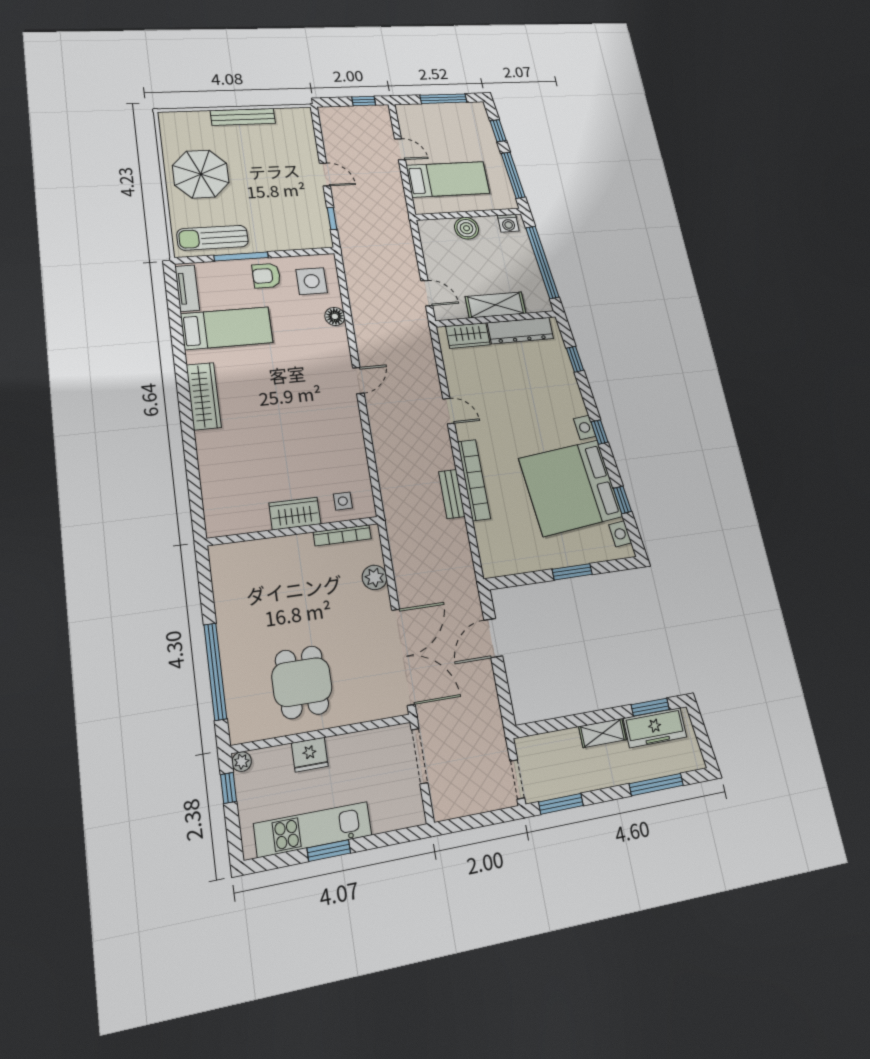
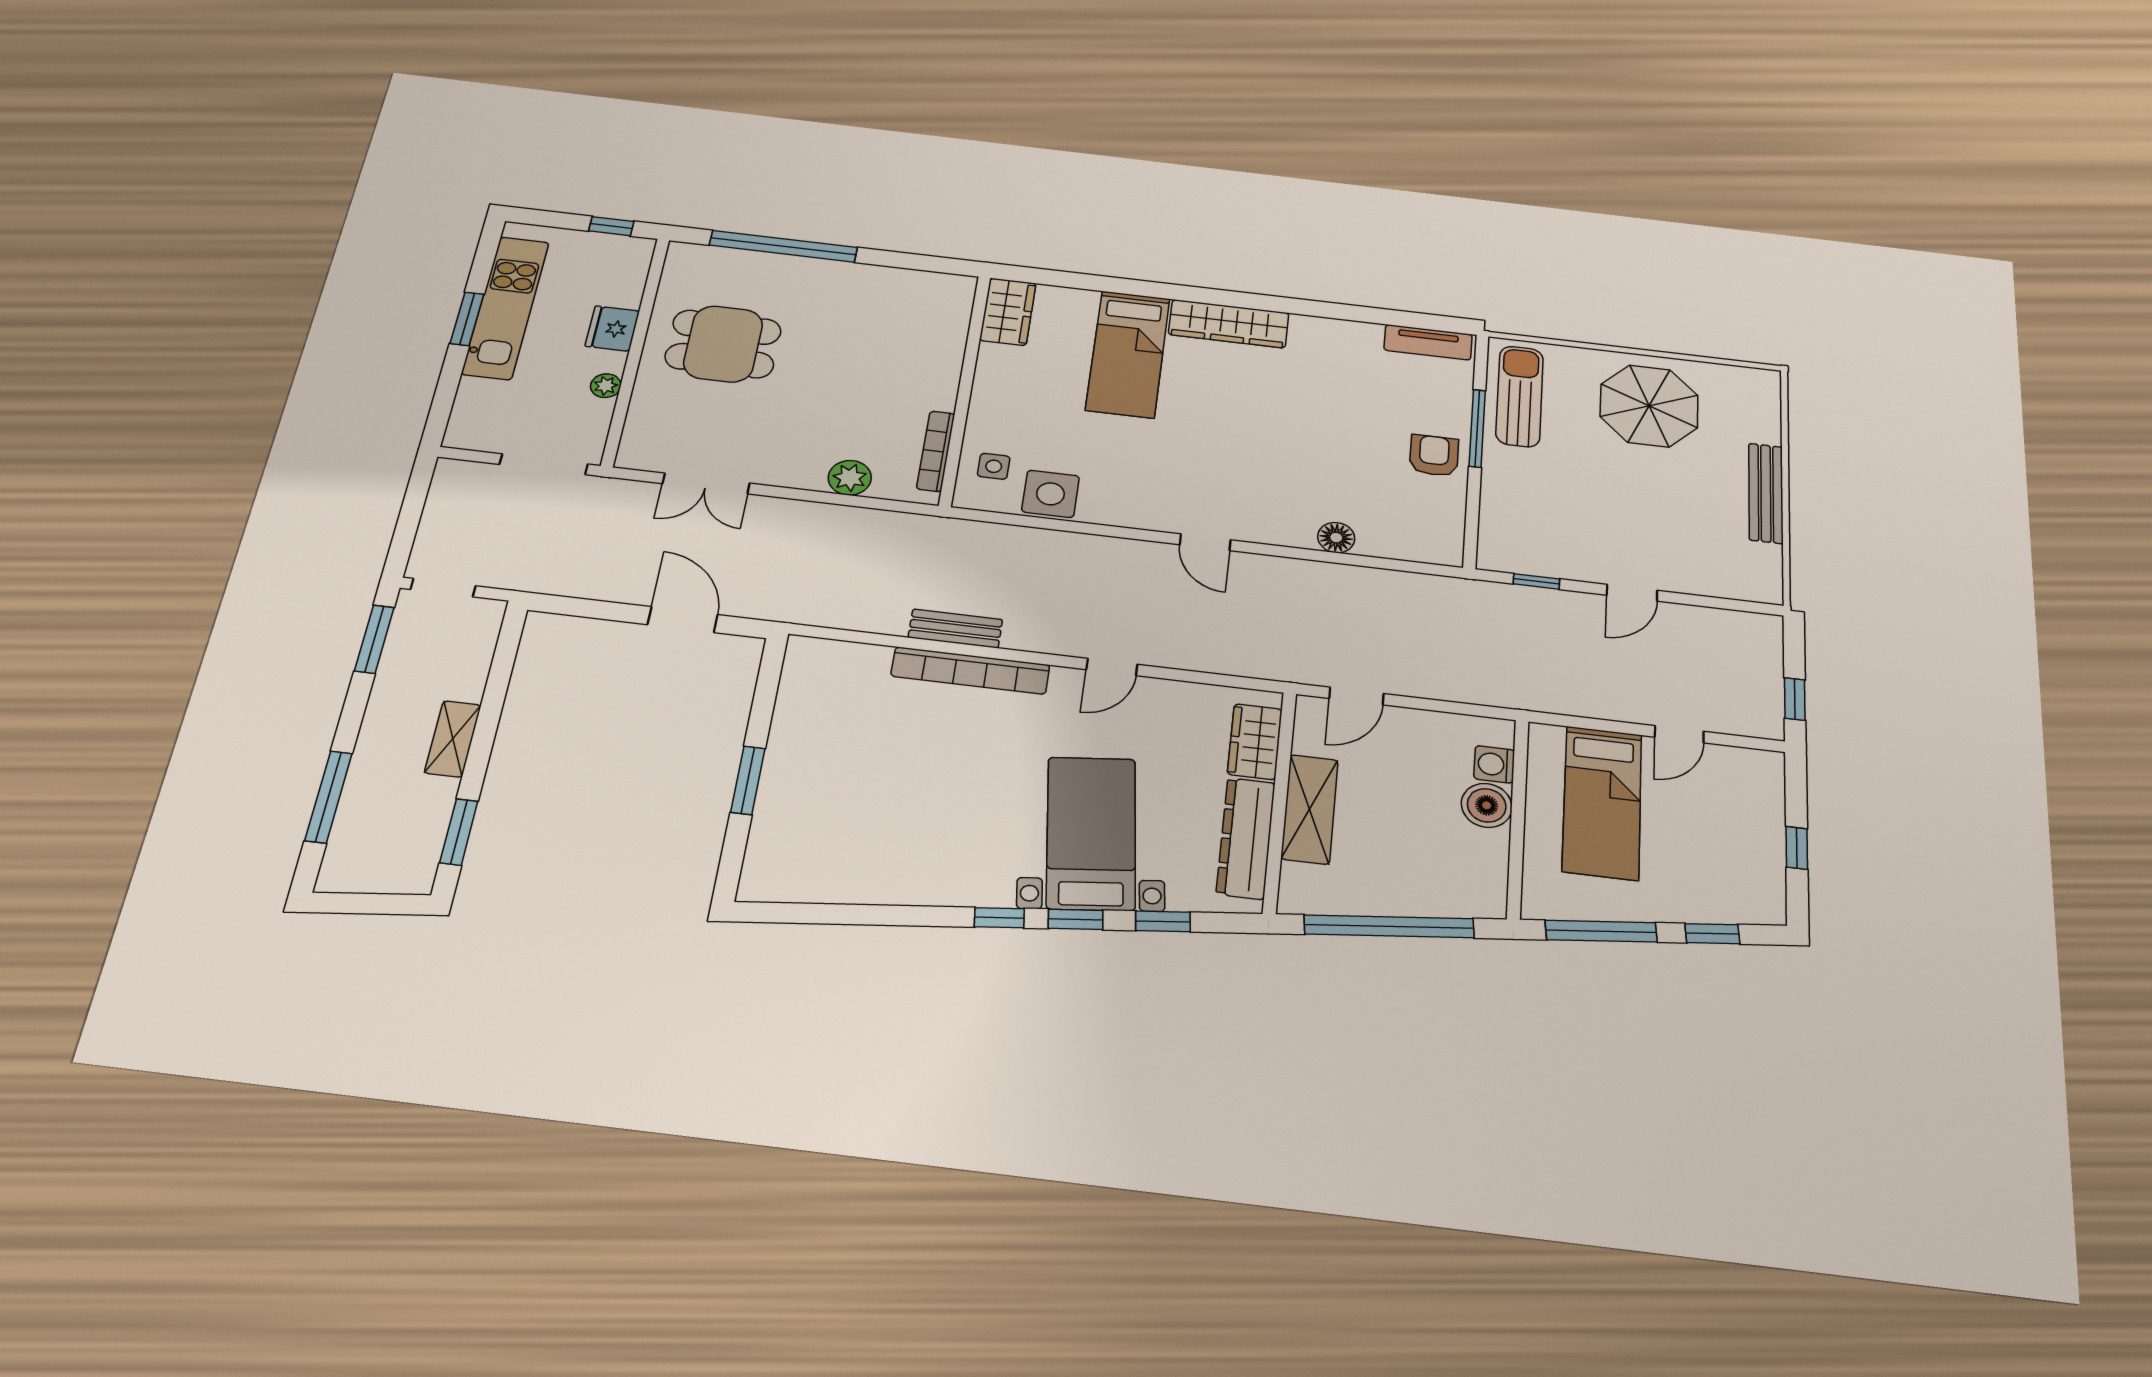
window: (443, 99) -> (1797, 848), width x0.46
washing machine: (508, 223) -> (1494, 764), moved
side table: (312, 281) -> (1050, 494), moved
bed: (227, 328) -> (1128, 354), moved
bed with nightstands: (571, 488) -> (1091, 833), moved, width x0.54
window: (622, 500) -> (1076, 919), moved
wardrobe: (295, 514) -> (1008, 312), moved
double door: (403, 657) -> (706, 483), width x0.54
freezer: (655, 728) -> (421, 828), removed
plant: (242, 762) -> (606, 386), moved

